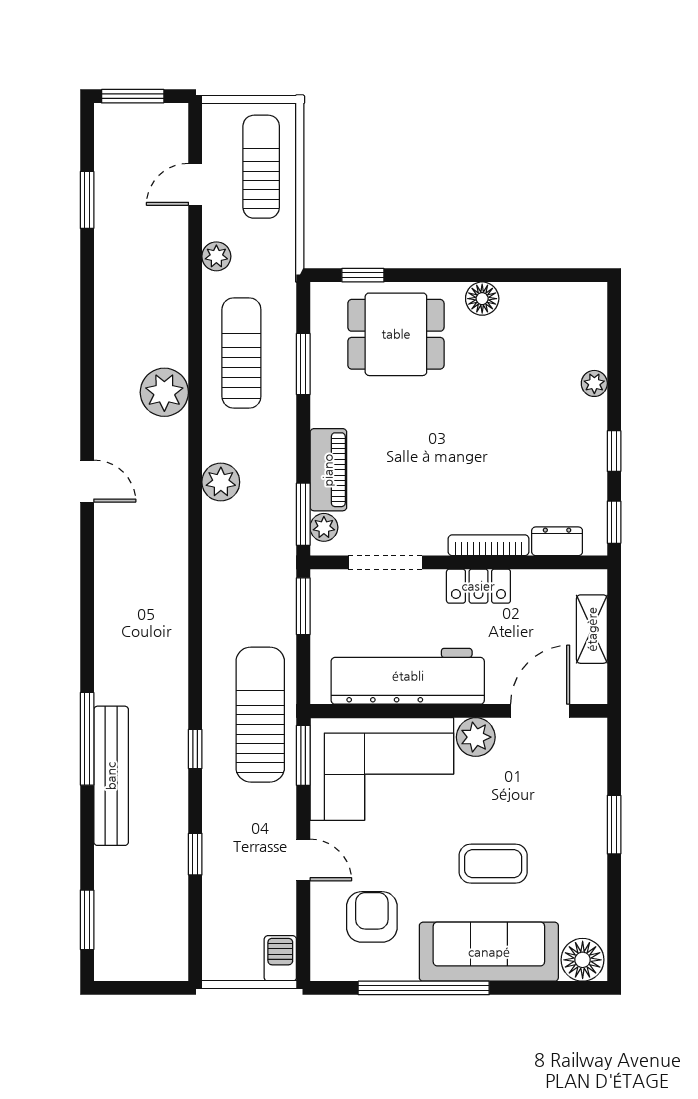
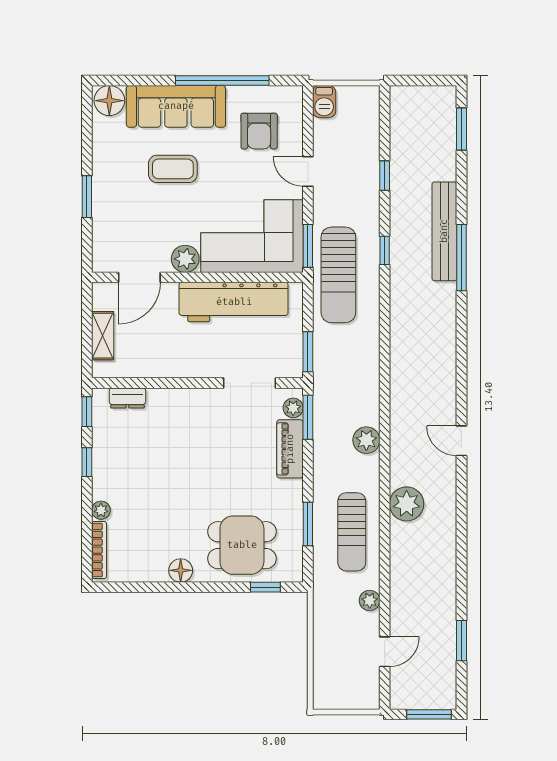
sun lounger: (261, 167) -> (338, 664), removed
bookcase: (489, 545) -> (99, 550), moved, turned -90
locker: (478, 586) -> (183, 366), removed

